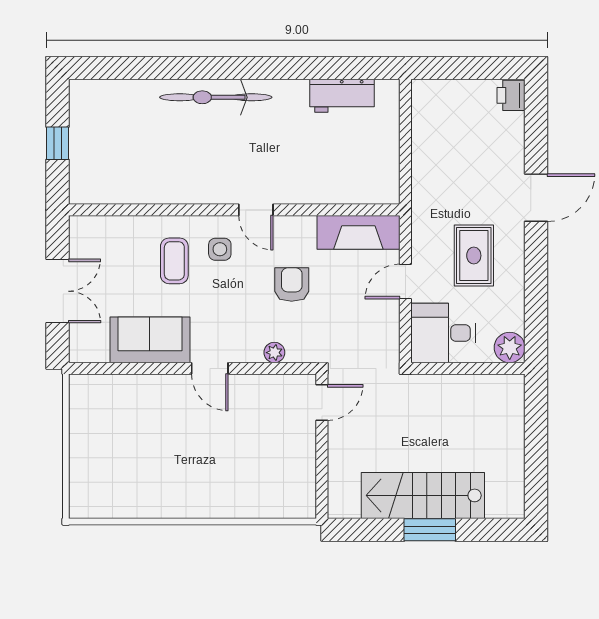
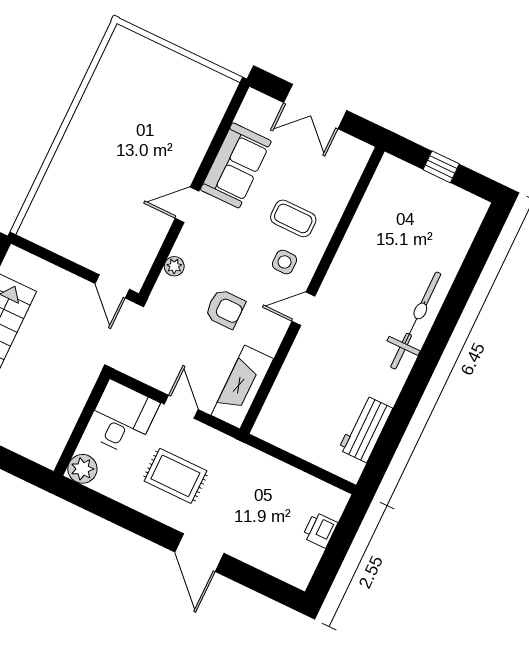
printer: (511, 95) -> (320, 530), moved, turned -90

